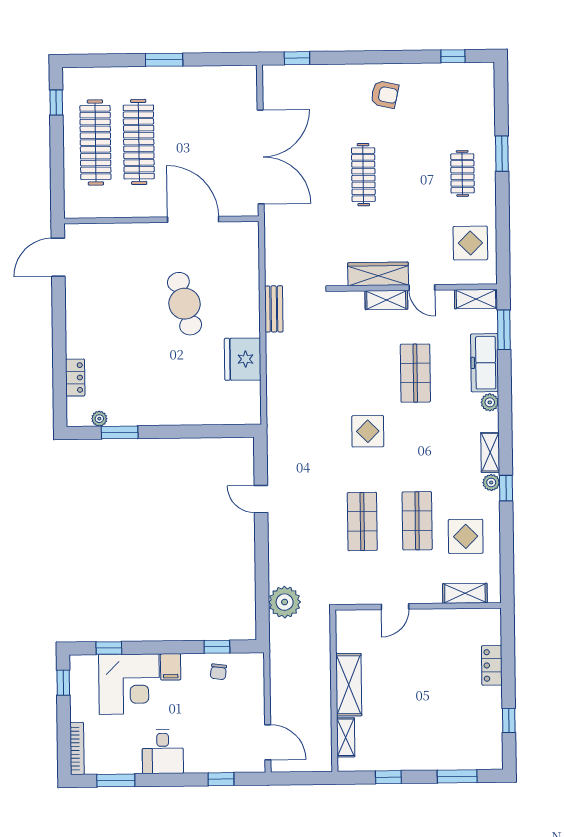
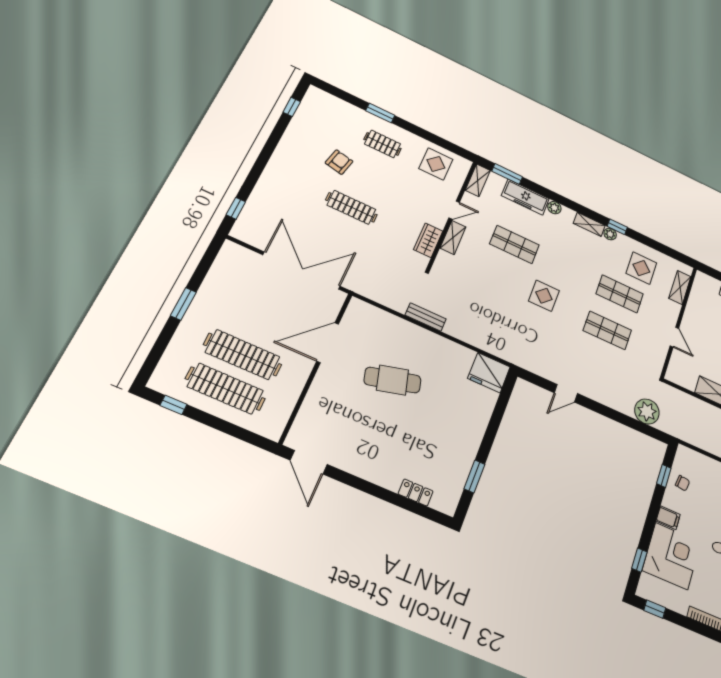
armchair: (385, 94) -> (339, 162), moved
wardrobe: (378, 274) -> (428, 240), width x0.67
fridge: (243, 359) -> (489, 373), moved
plant: (99, 419) -> (457, 488), removed

